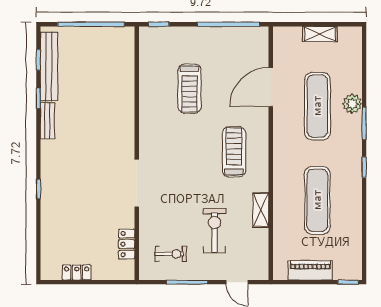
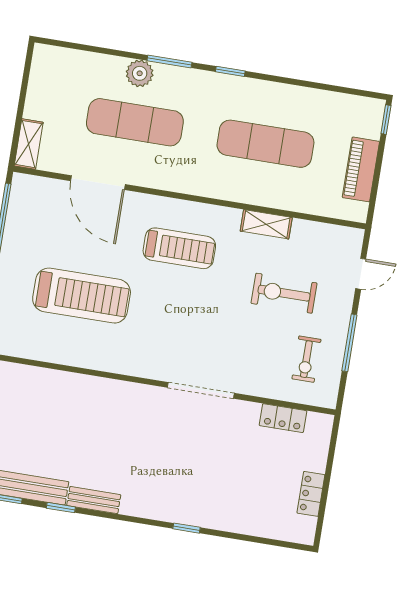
shelving: (320, 34) -> (29, 144), moved
treadmill: (190, 89) -> (82, 296), width x1.37, depth x1.38
treadmill: (234, 152) -> (179, 248), turned 180
exercise bike: (171, 254) -> (306, 359), turned 180

